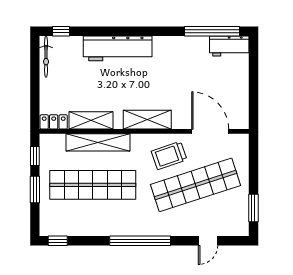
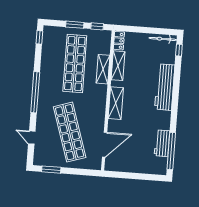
workbench: (229, 46) -> (162, 143), moved
shelving: (98, 142) -> (103, 69), width x0.68
trolley: (169, 155) -> (91, 116), removed

